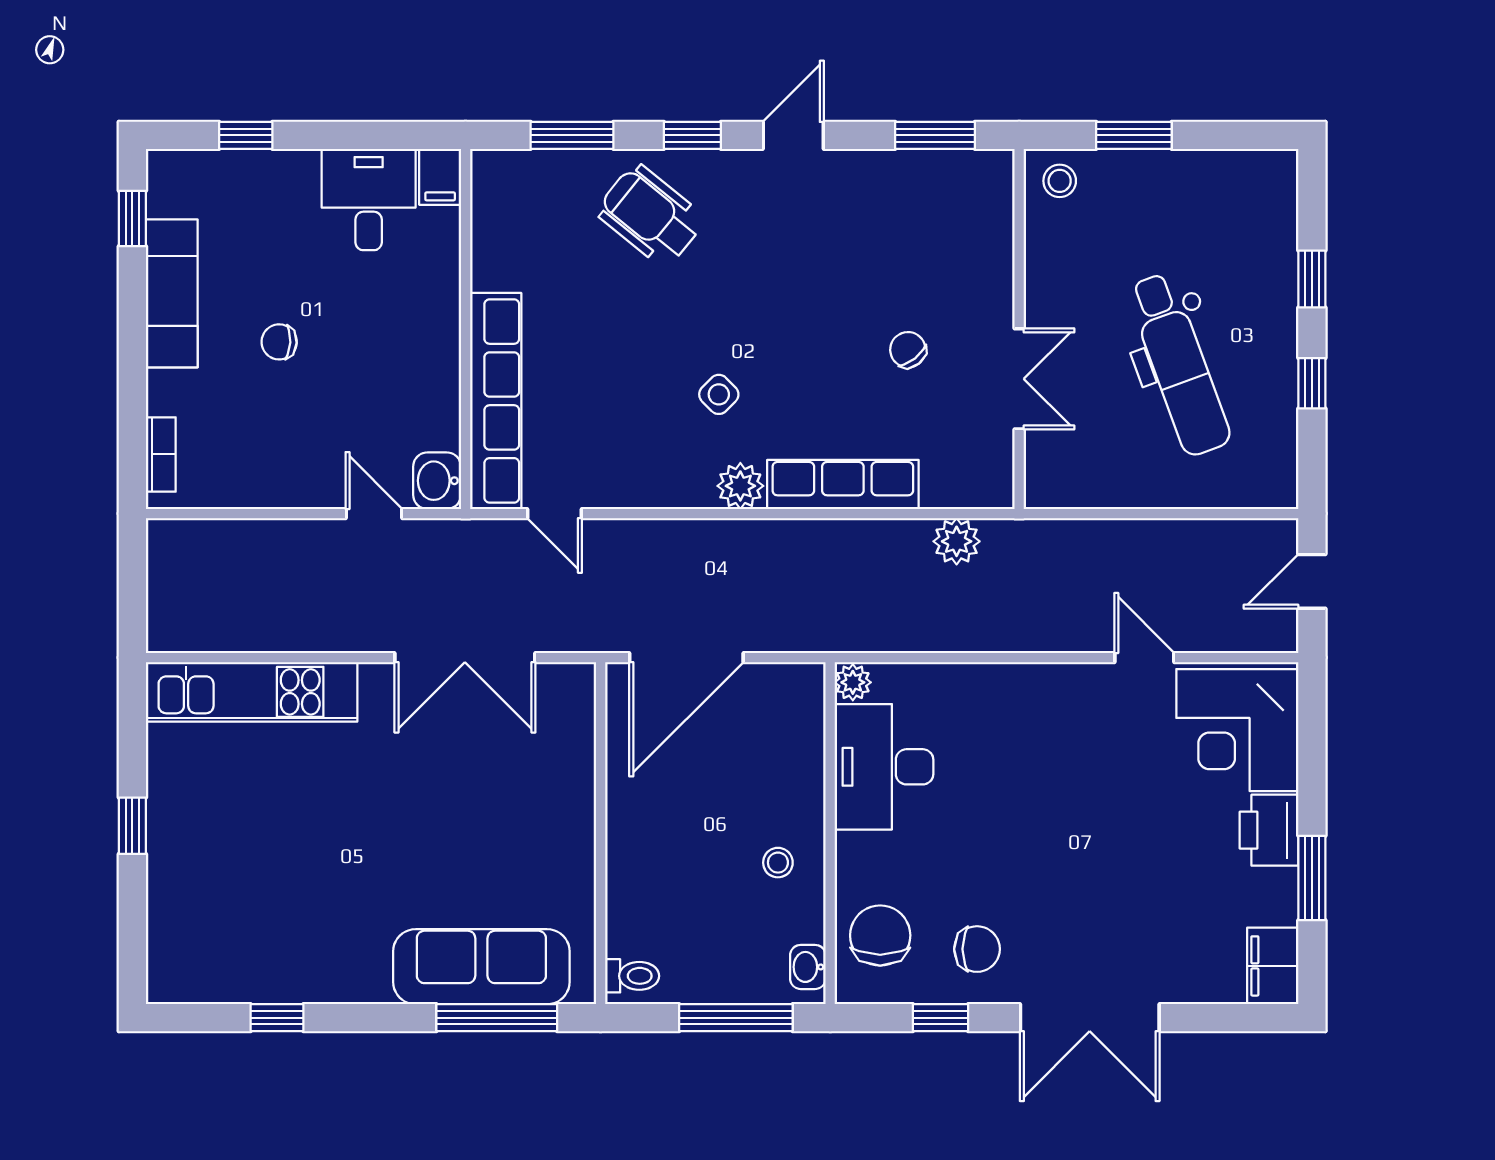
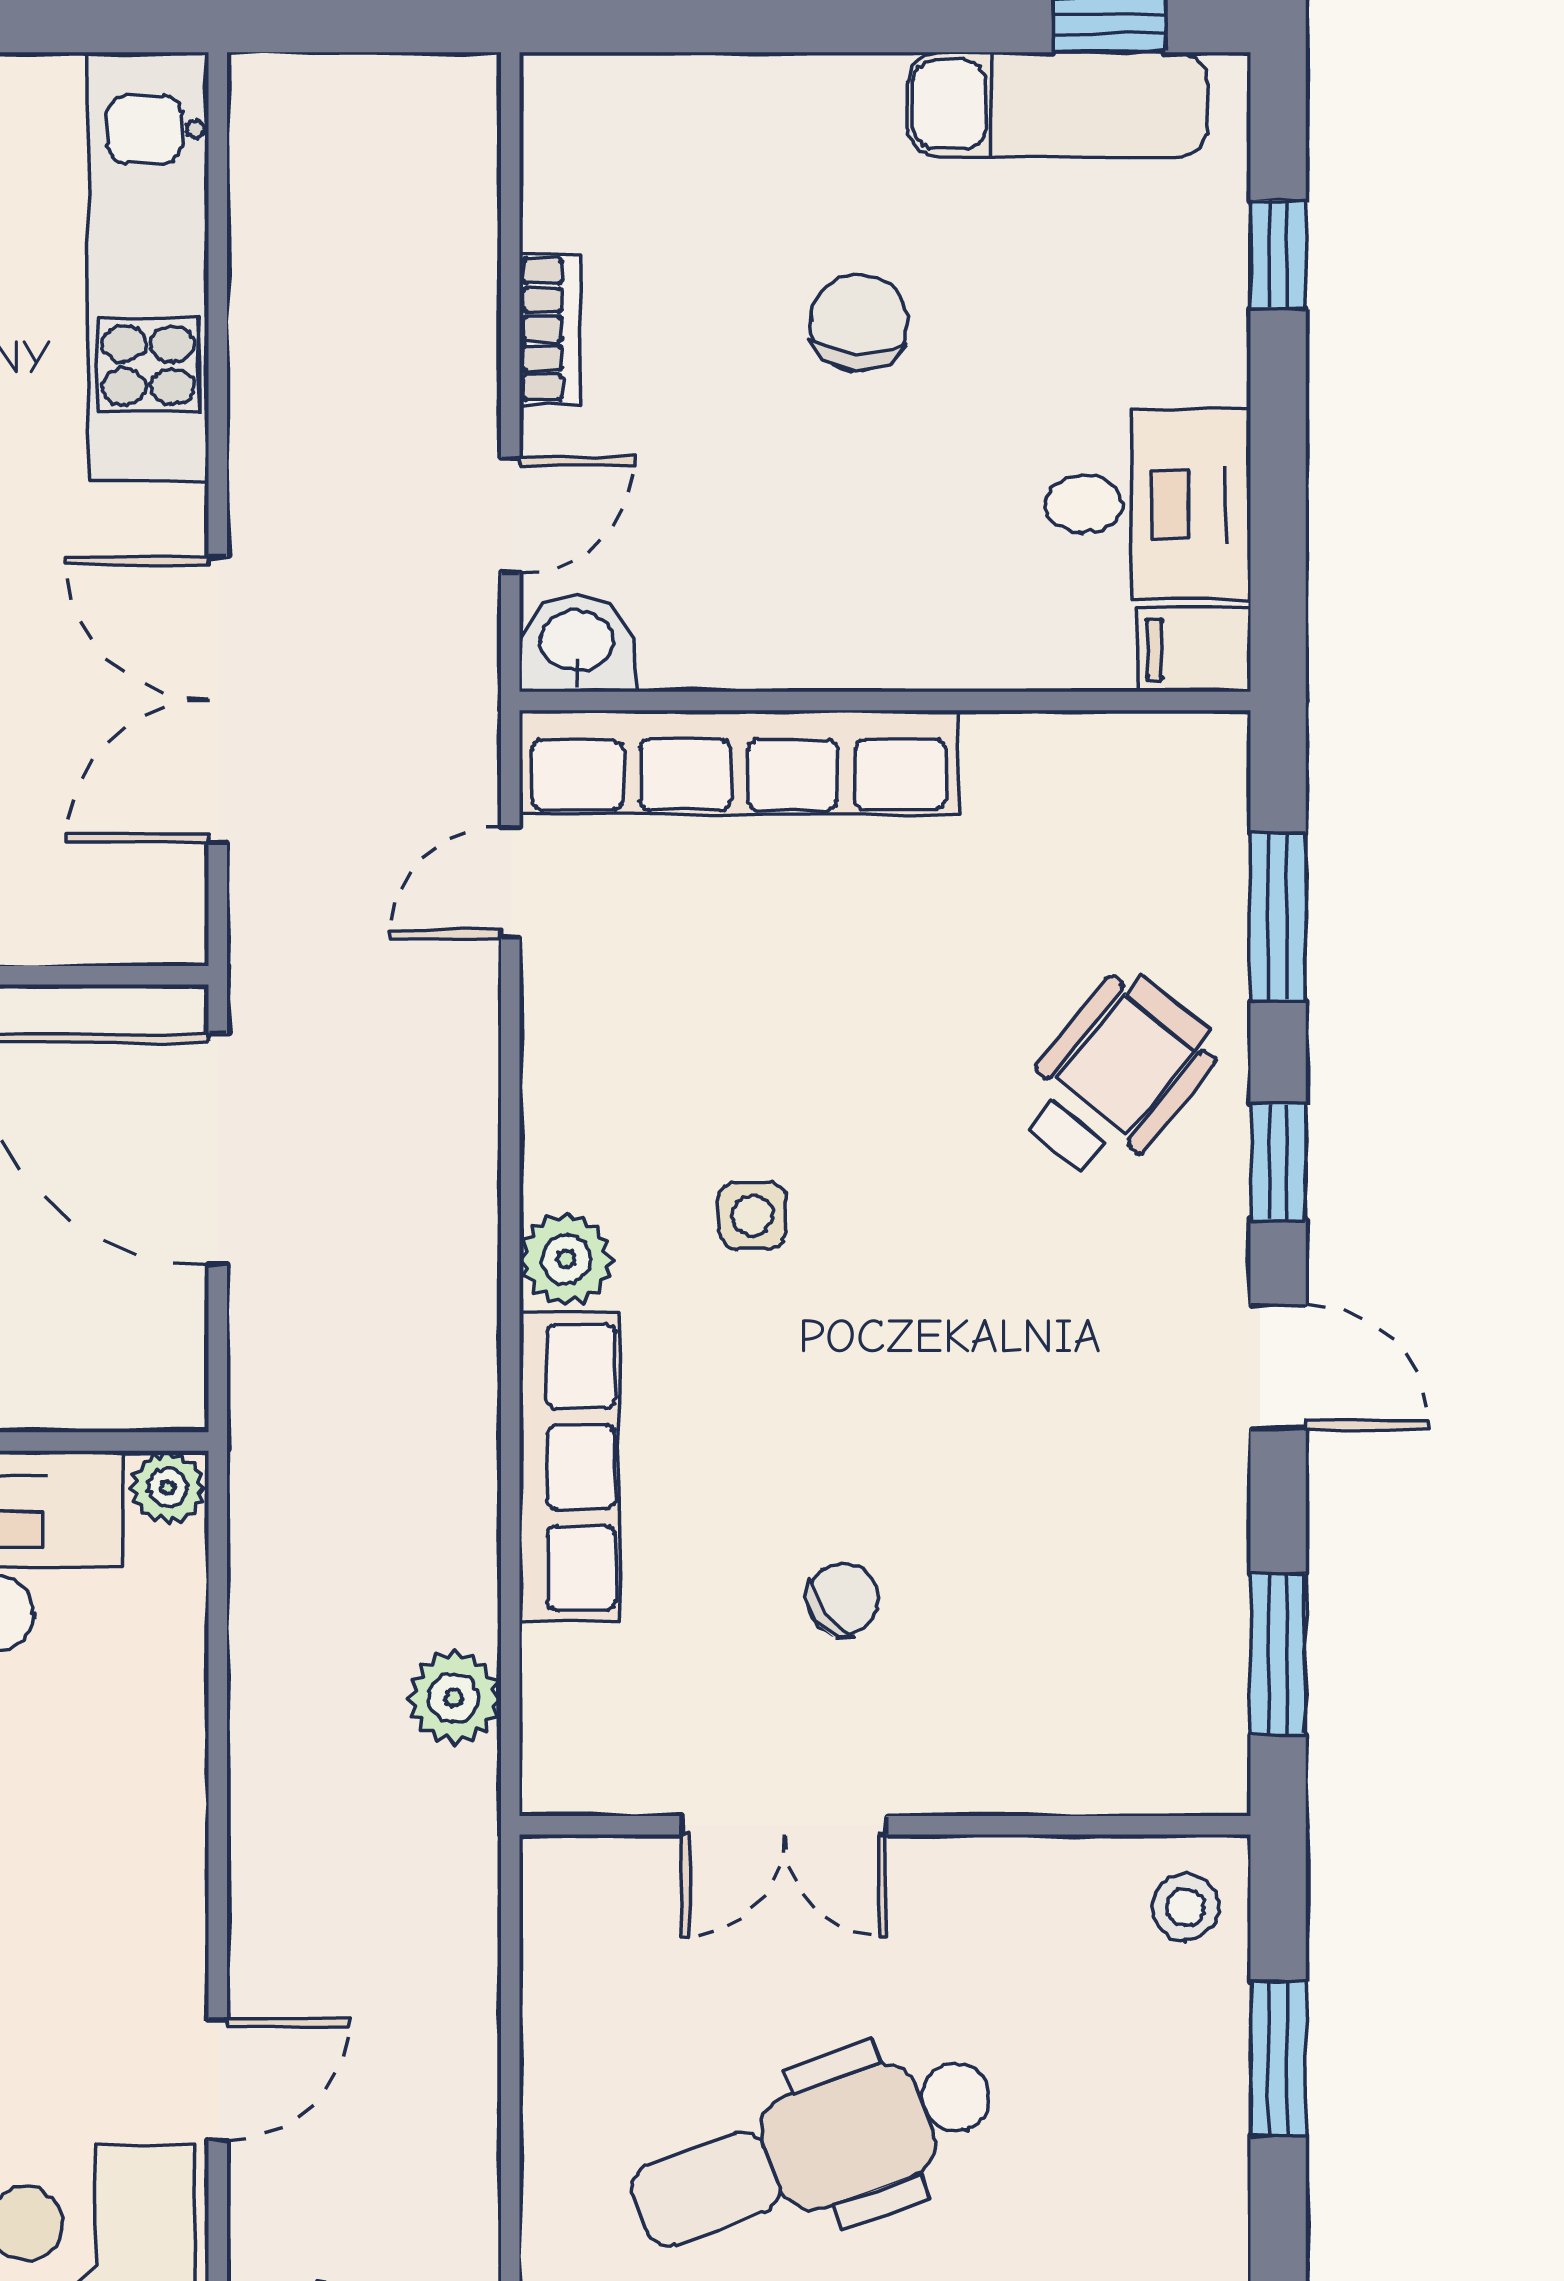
exam couch: (172, 293) -> (1058, 105), moved
chair: (279, 342) -> (859, 322), width x1.37, depth x1.37
side table: (719, 394) -> (752, 1215), turned 45
bookcase: (161, 454) -> (550, 329), moved, turned -90

